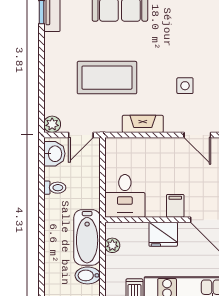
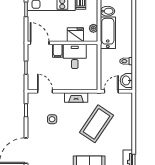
coffee table: (107, 78) -> (96, 124), turned -56
plant: (52, 124) -> (128, 97), removed
desk: (125, 196) -> (75, 56), moved
fridge: (163, 234) -> (75, 35), moved

